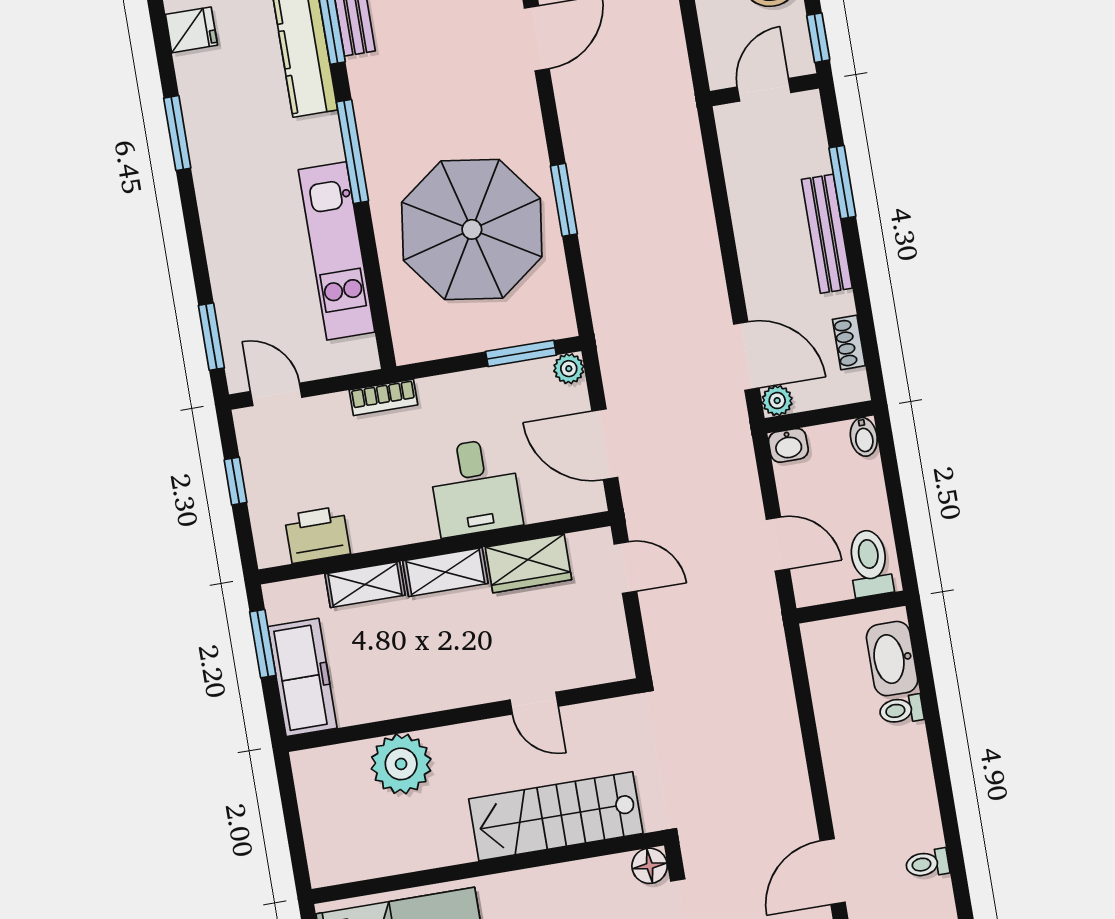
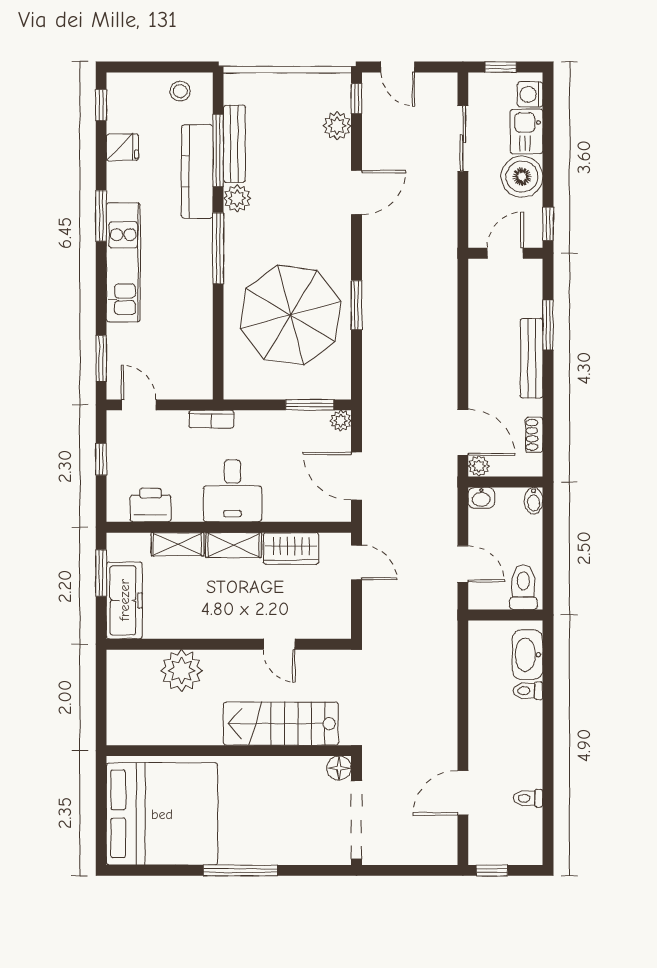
plant: (368, 75) -> (237, 198), added
kitchen unit: (337, 251) -> (123, 262), moved, turned 180
desk: (475, 487) -> (232, 491), moved

